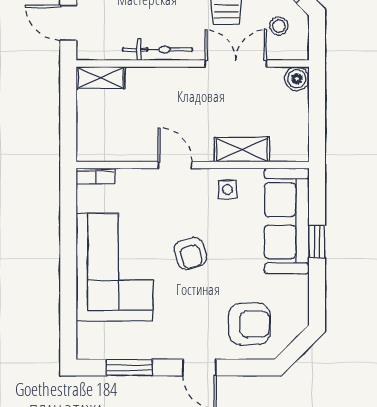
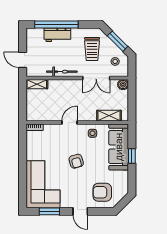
double door: (236, 64) -> (96, 78), swing flipped
shelving: (242, 150) -> (109, 116), moved
door: (175, 165) -> (70, 122), hinge flipped
corner sofa: (115, 267) -> (43, 184), moved
armchair: (249, 324) -> (102, 192), turned 180

